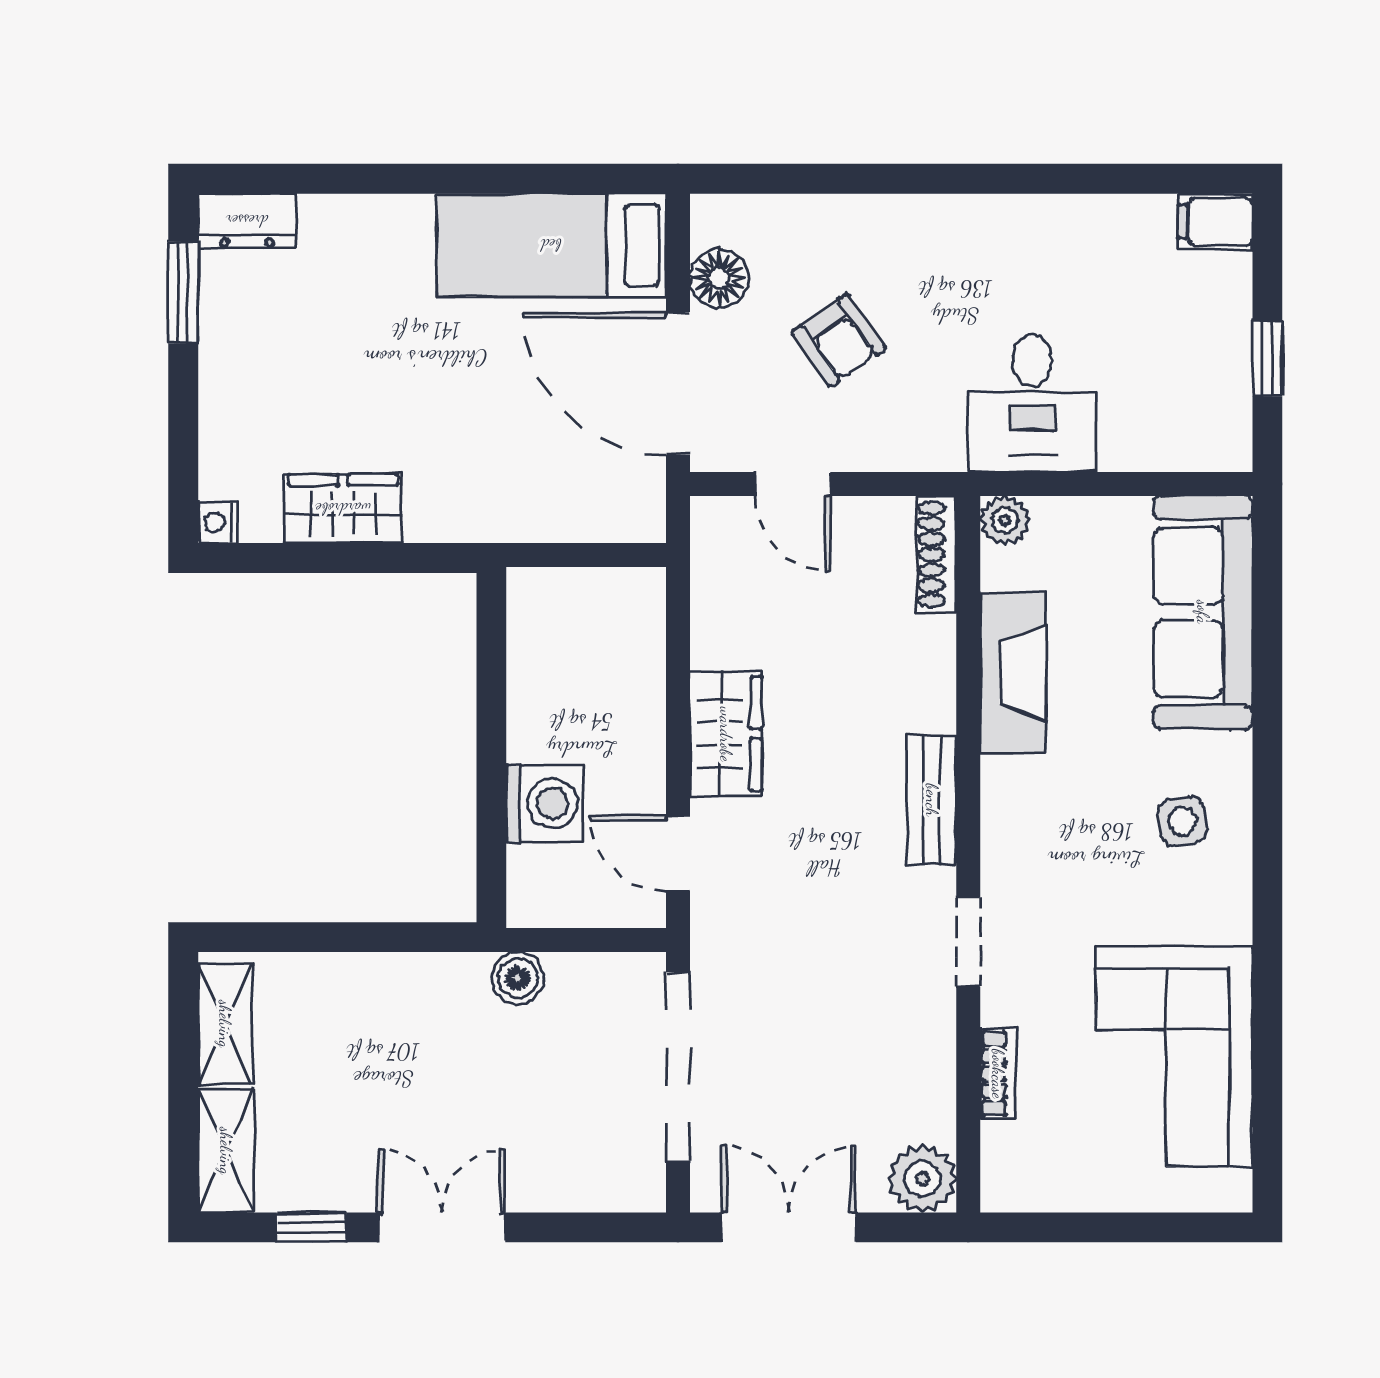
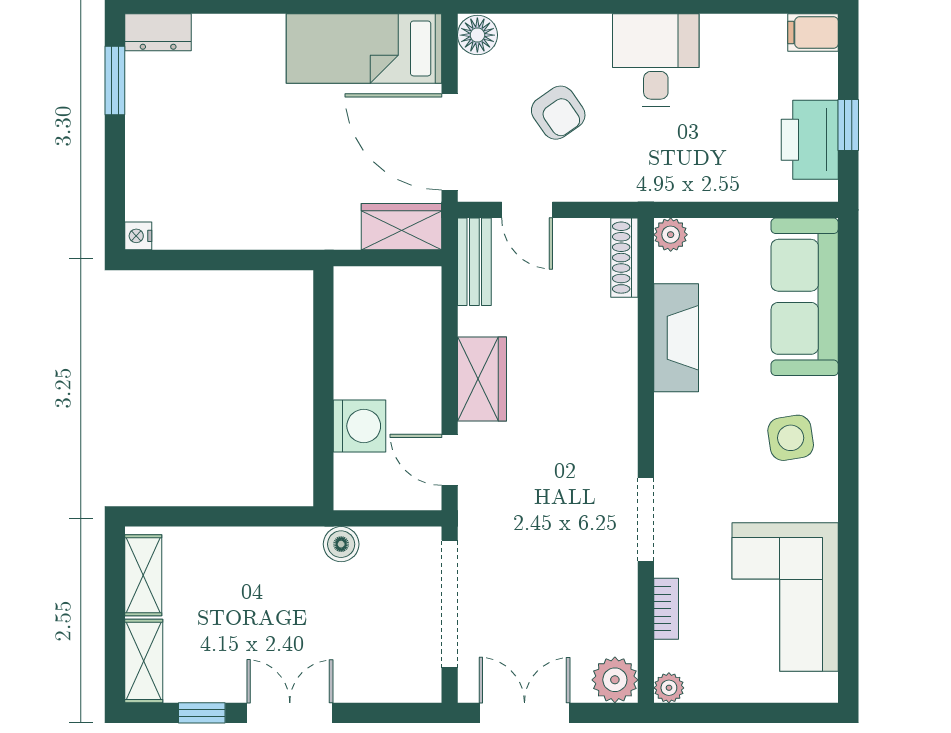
floor lamp: (719, 278) -> (477, 35), moved
printer: (1211, 380) -> (810, 140), added
desk: (1032, 403) -> (656, 60), moved, turned 180
wardrobe: (343, 509) -> (401, 227), moved
bench: (932, 800) -> (474, 262), moved
side table: (1182, 821) -> (791, 438), width x1.37, depth x1.37
doorway: (968, 942) -> (646, 520), width x1.38
plant: (1002, 1190) -> (669, 688), added

